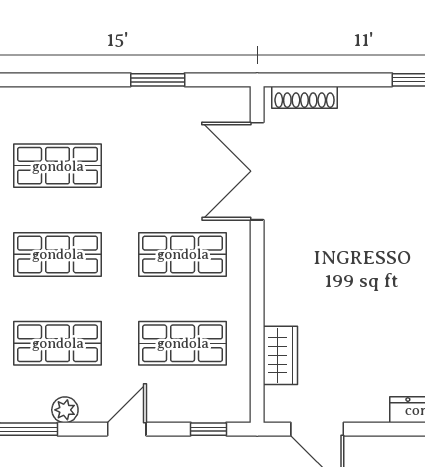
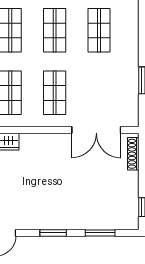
double door: (257, 171) -> (96, 130), swing flipped

